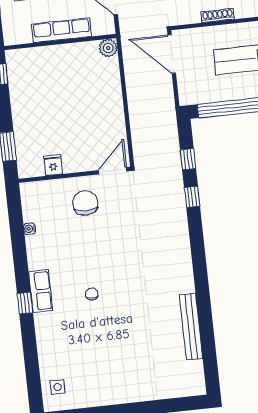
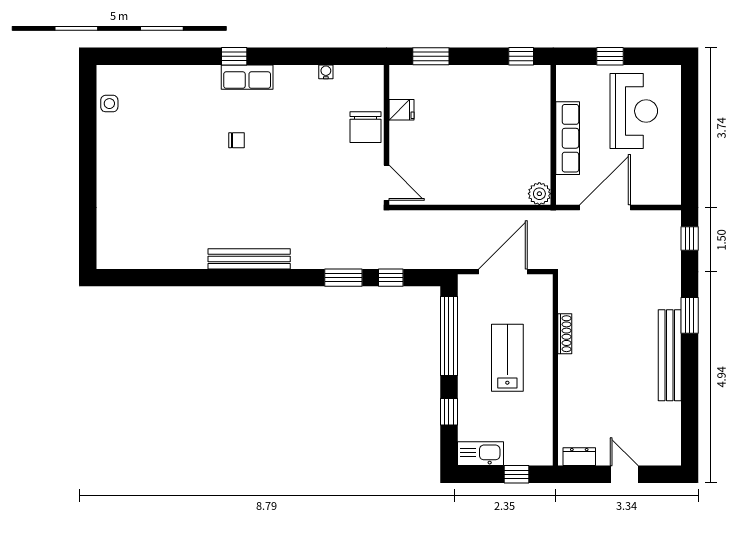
door: (172, 54) -> (503, 272), moved
window: (192, 197) -> (343, 278), width x1.50
chair: (85, 203) -> (366, 127), moved, turned 90
bench: (191, 327) -> (249, 259), moved
side table: (58, 387) -> (109, 104), moved

